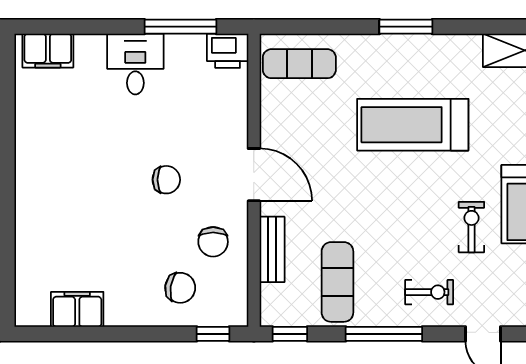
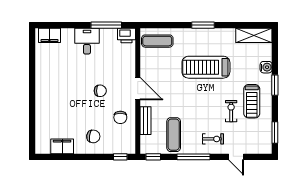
chair: (180, 288) -> (93, 136), moved

